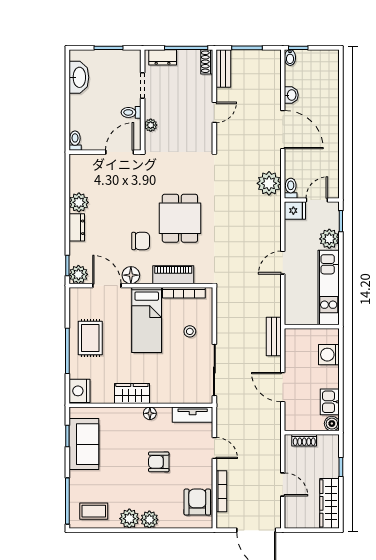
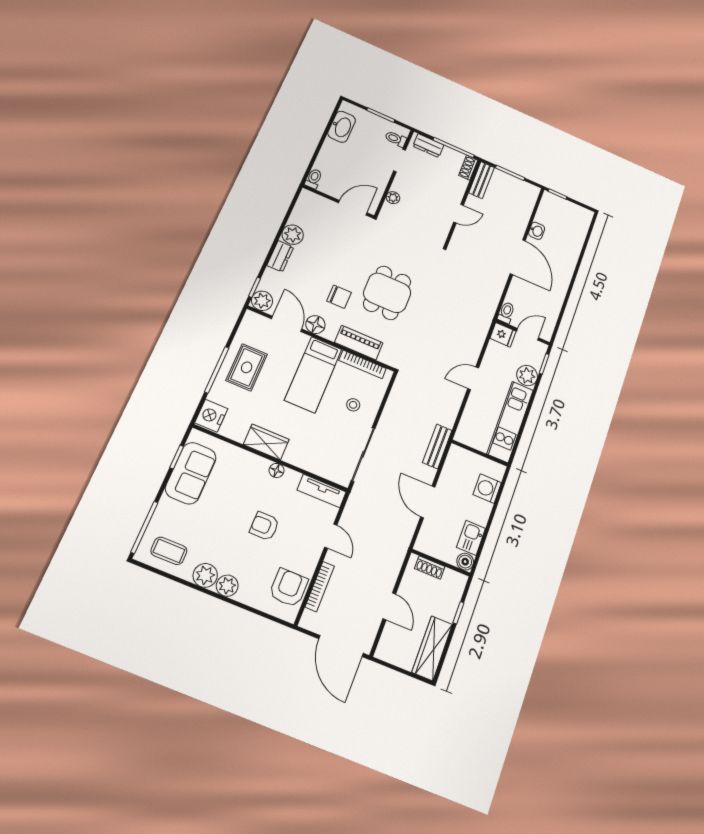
bidet: (290, 58) -> (547, 199), removed
toilet: (131, 112) -> (396, 139), moved
plant: (269, 183) -> (487, 299), removed

